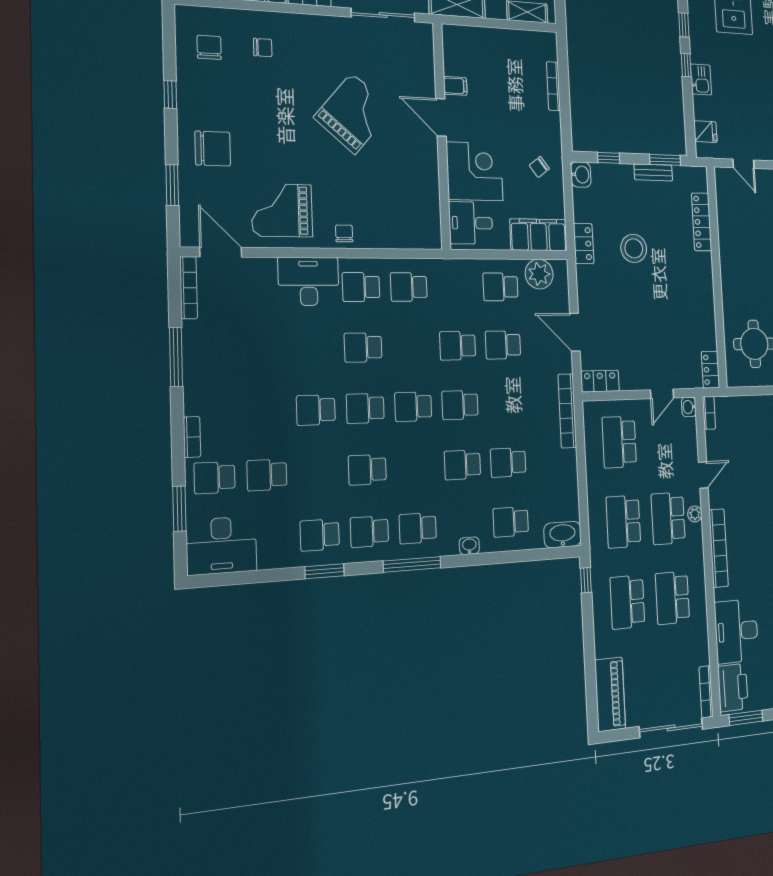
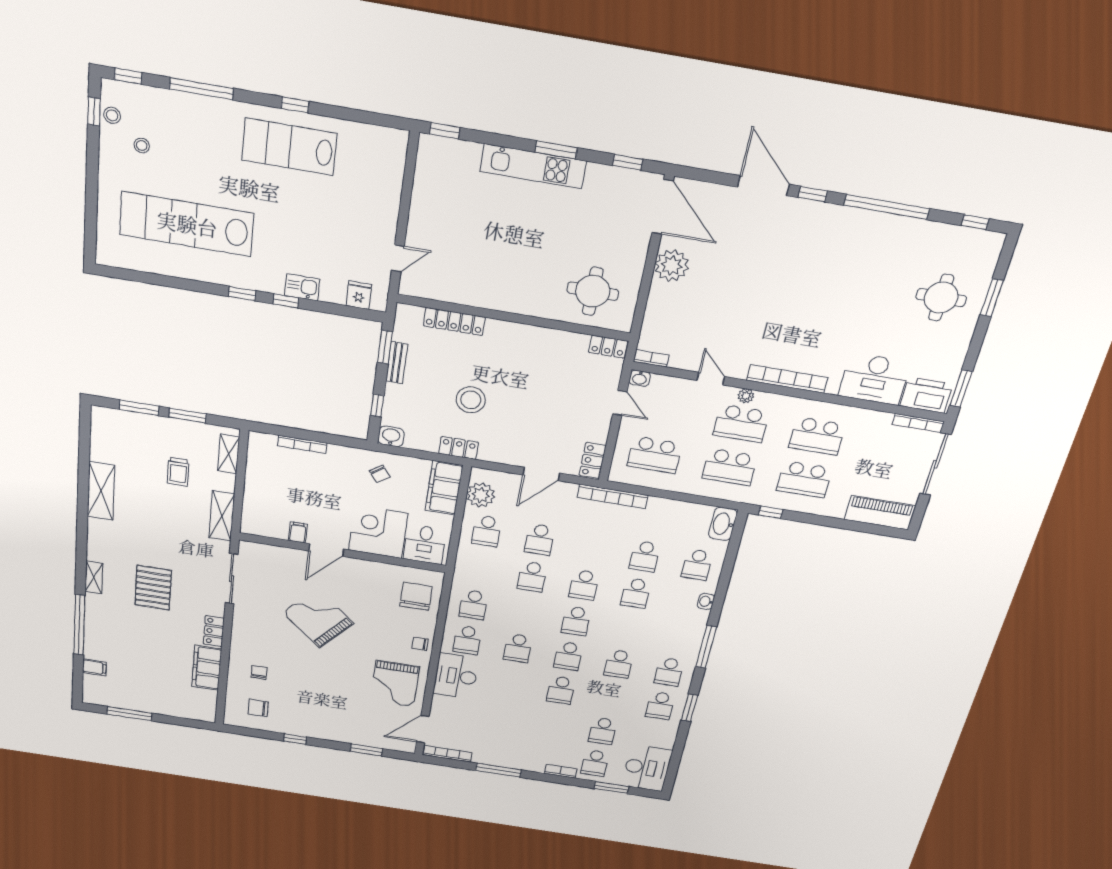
chair: (213, 149) -> (416, 596), moved
school desk: (418, 528) -> (678, 637), removed

